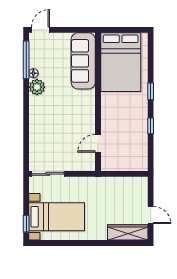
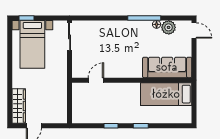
window: (26, 60) -> (144, 18), moved
bed: (121, 62) -> (166, 94), width x0.67
plant: (37, 87) -> (169, 27), moved
door: (98, 143) -> (96, 80), hinge flipped

